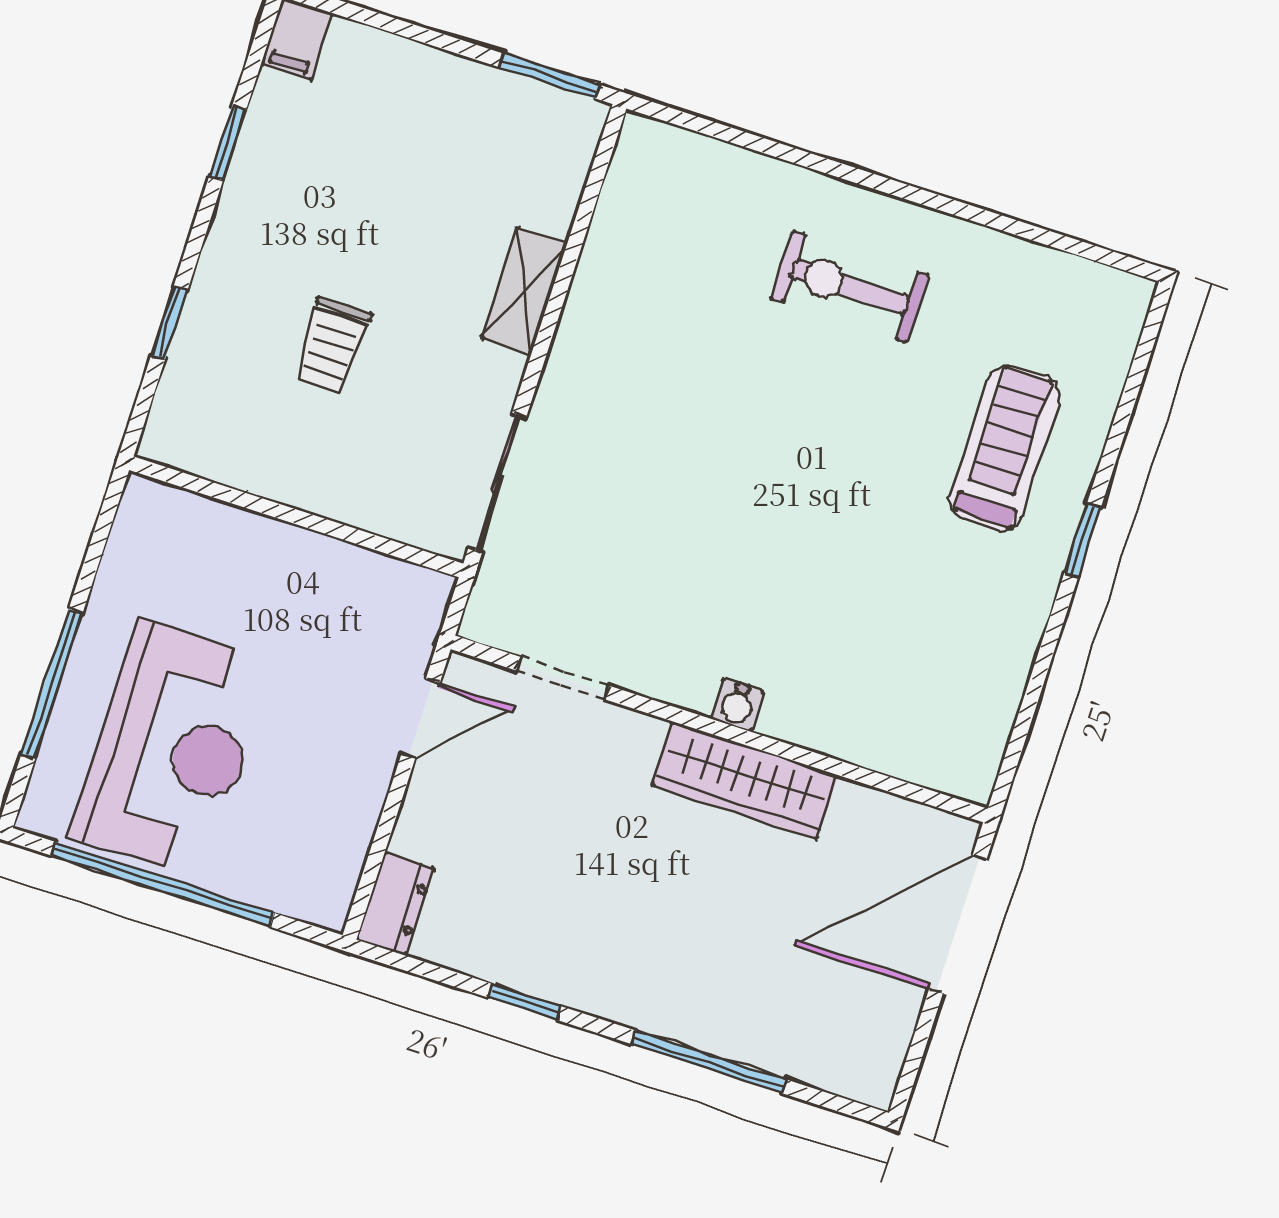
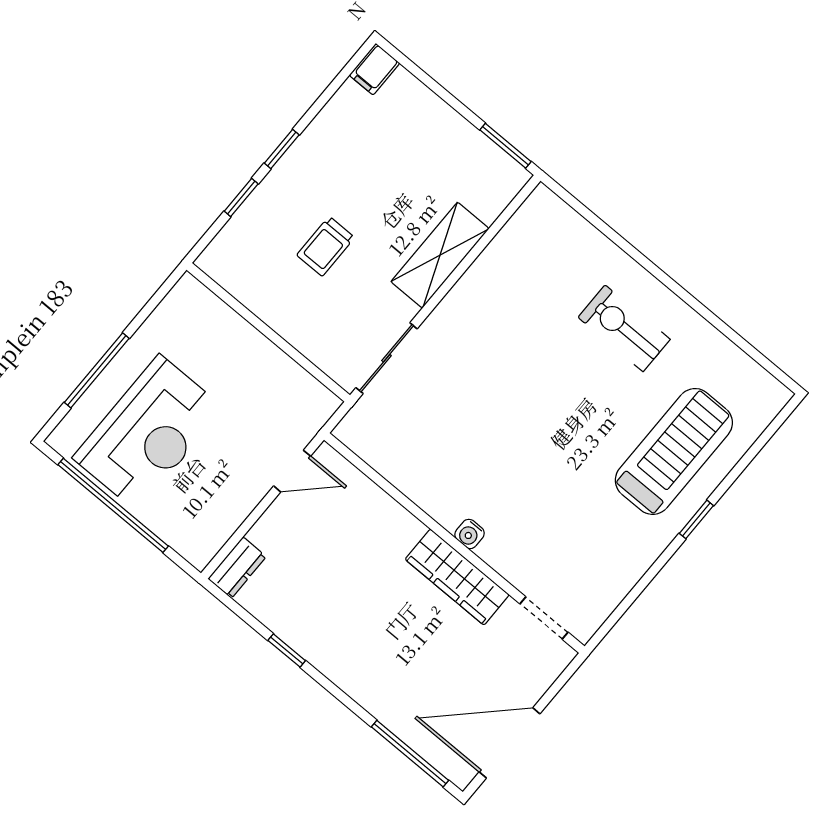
window: (228, 143) -> (282, 149), moved
shelving: (524, 291) -> (440, 255), width x1.50, depth x1.33
treadmill: (1005, 448) -> (674, 451), width x1.37, depth x1.38
doorway: (563, 678) -> (544, 618), moved
door: (958, 924) -> (510, 743), moved
window: (709, 1062) -> (410, 754), moved

